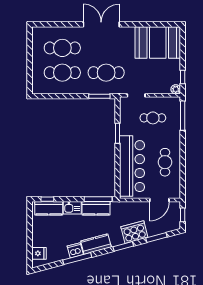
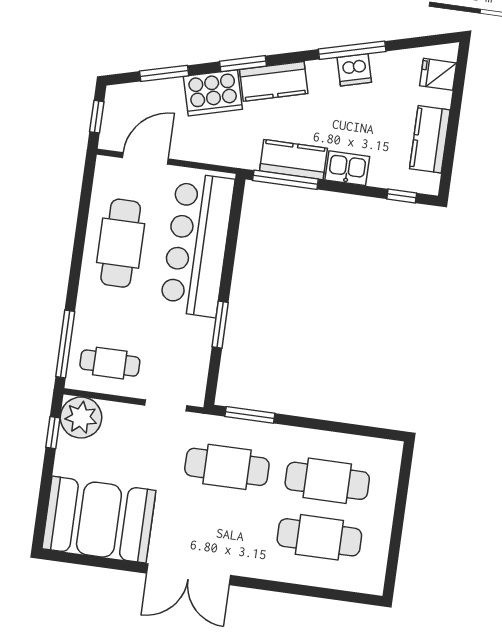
double door: (101, 24) -> (189, 574), moved
plant: (176, 89) -> (81, 418), width x1.87, depth x1.87
cafe table: (153, 118) -> (110, 363), moved
cafe table: (165, 162) -> (121, 243), width x1.37, depth x1.35
kitchen counter: (49, 208) -> (430, 139), moved, turned -90
kitchen counter: (96, 244) -> (274, 81), moved

